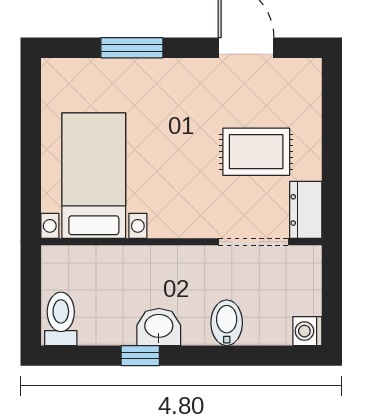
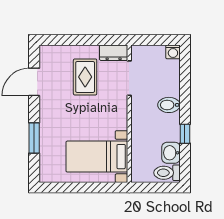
bidet: (227, 323) -> (169, 105), moved
washbasin: (159, 327) -> (171, 153), moved

